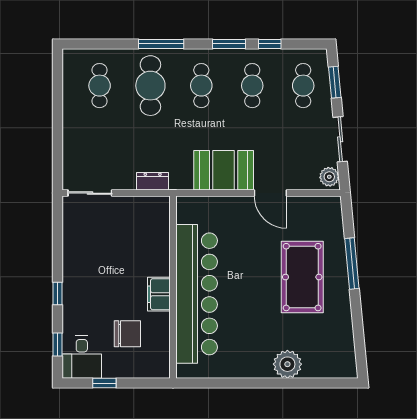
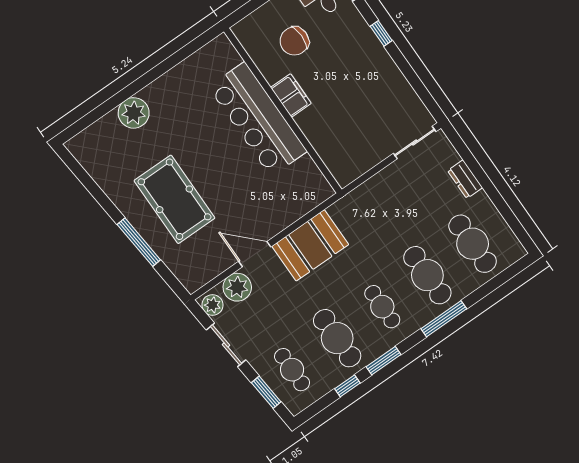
cafe table: (100, 86) -> (473, 244), width x1.37, depth x1.35
cafe table: (252, 86) -> (337, 338), width x1.37, depth x1.35
plant: (301, 177) -> (237, 287), added
dresser: (153, 181) -> (465, 179), moved, turned 90
bar counter: (197, 294) -> (258, 119), width x0.73

